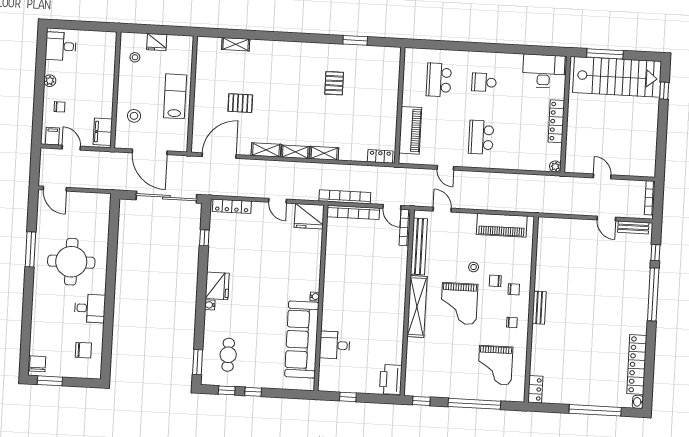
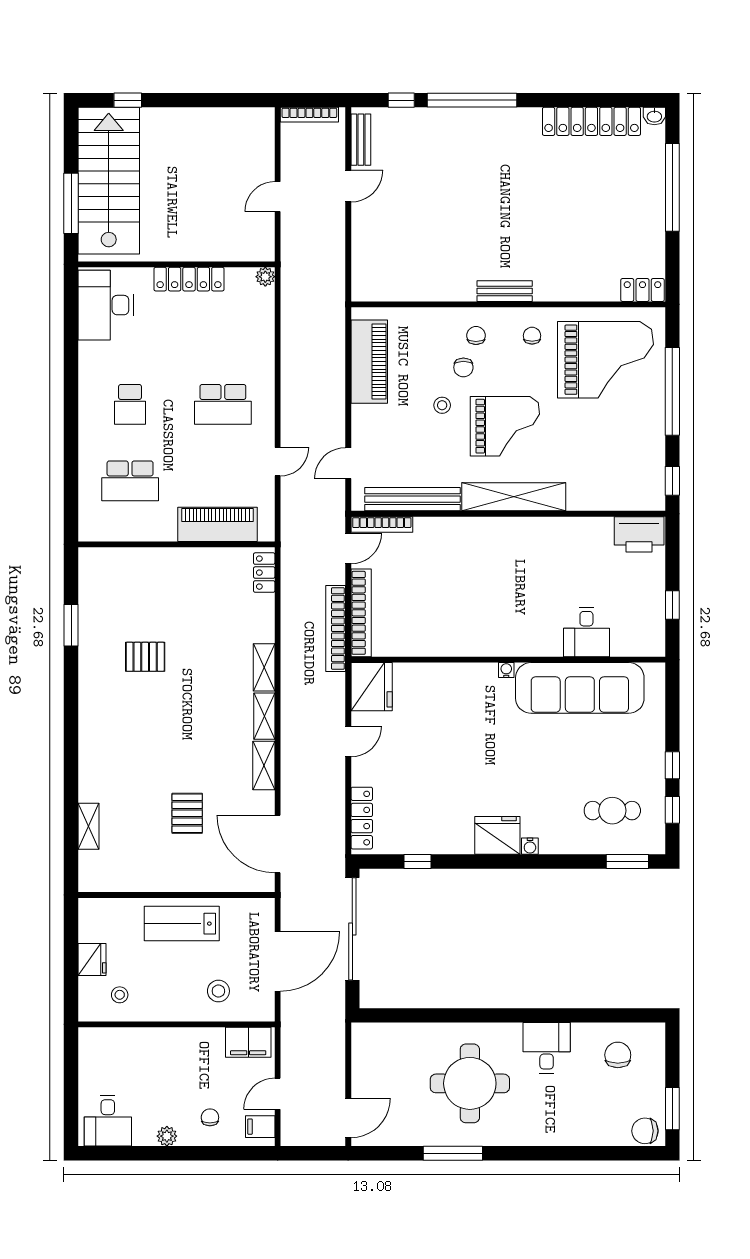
grand piano: (495, 365) -> (605, 360), width x1.37, depth x1.48

